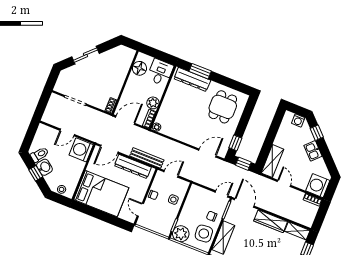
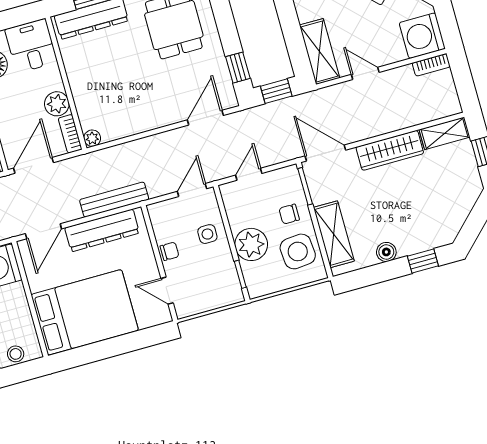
door: (171, 174) -> (192, 190), moved
door: (222, 194) -> (249, 174), moved
plant: (181, 234) -> (251, 244), moved

